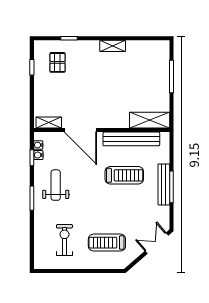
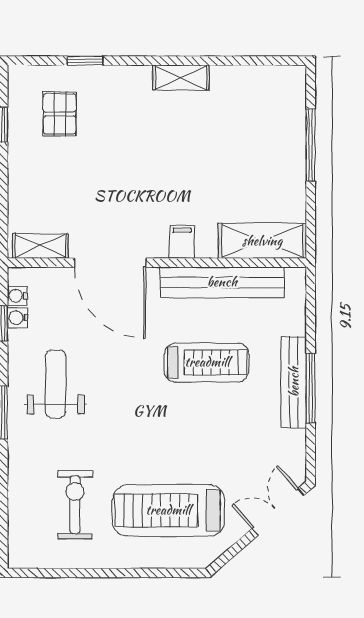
filing cabinet: (113, 121) -> (182, 242), added
treadmill: (107, 243) -> (168, 510), width x1.37, depth x1.38

